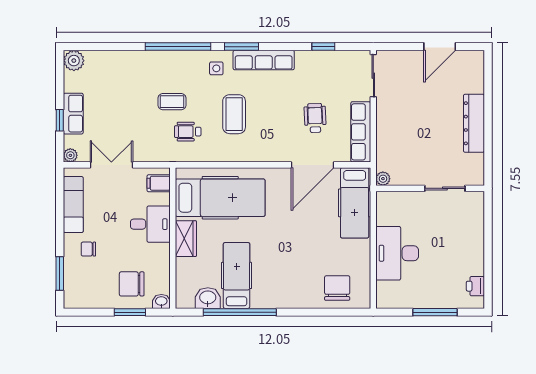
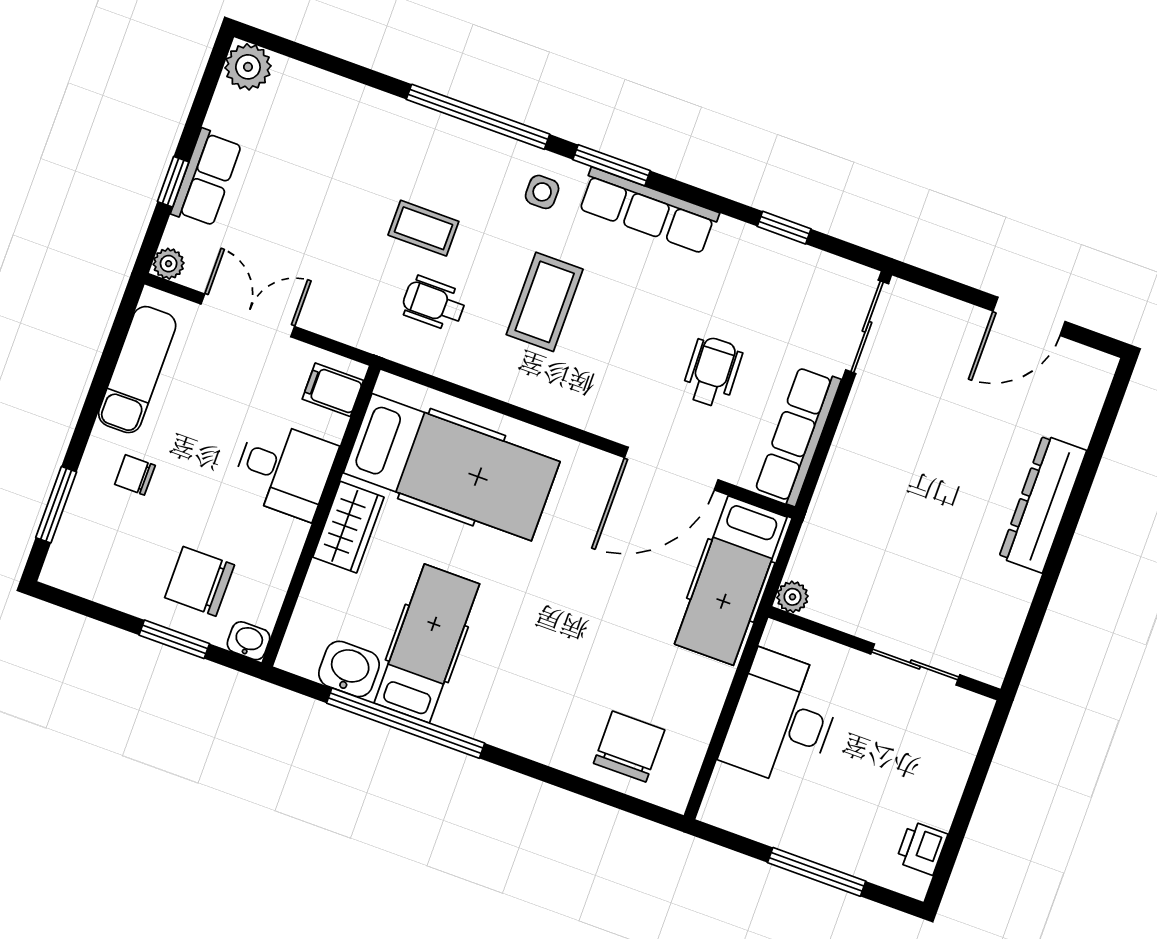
plant: (383, 179) -> (792, 597), moved
wall: (430, 188) -> (884, 653), moved
sliding door: (445, 188) -> (915, 664), moved

